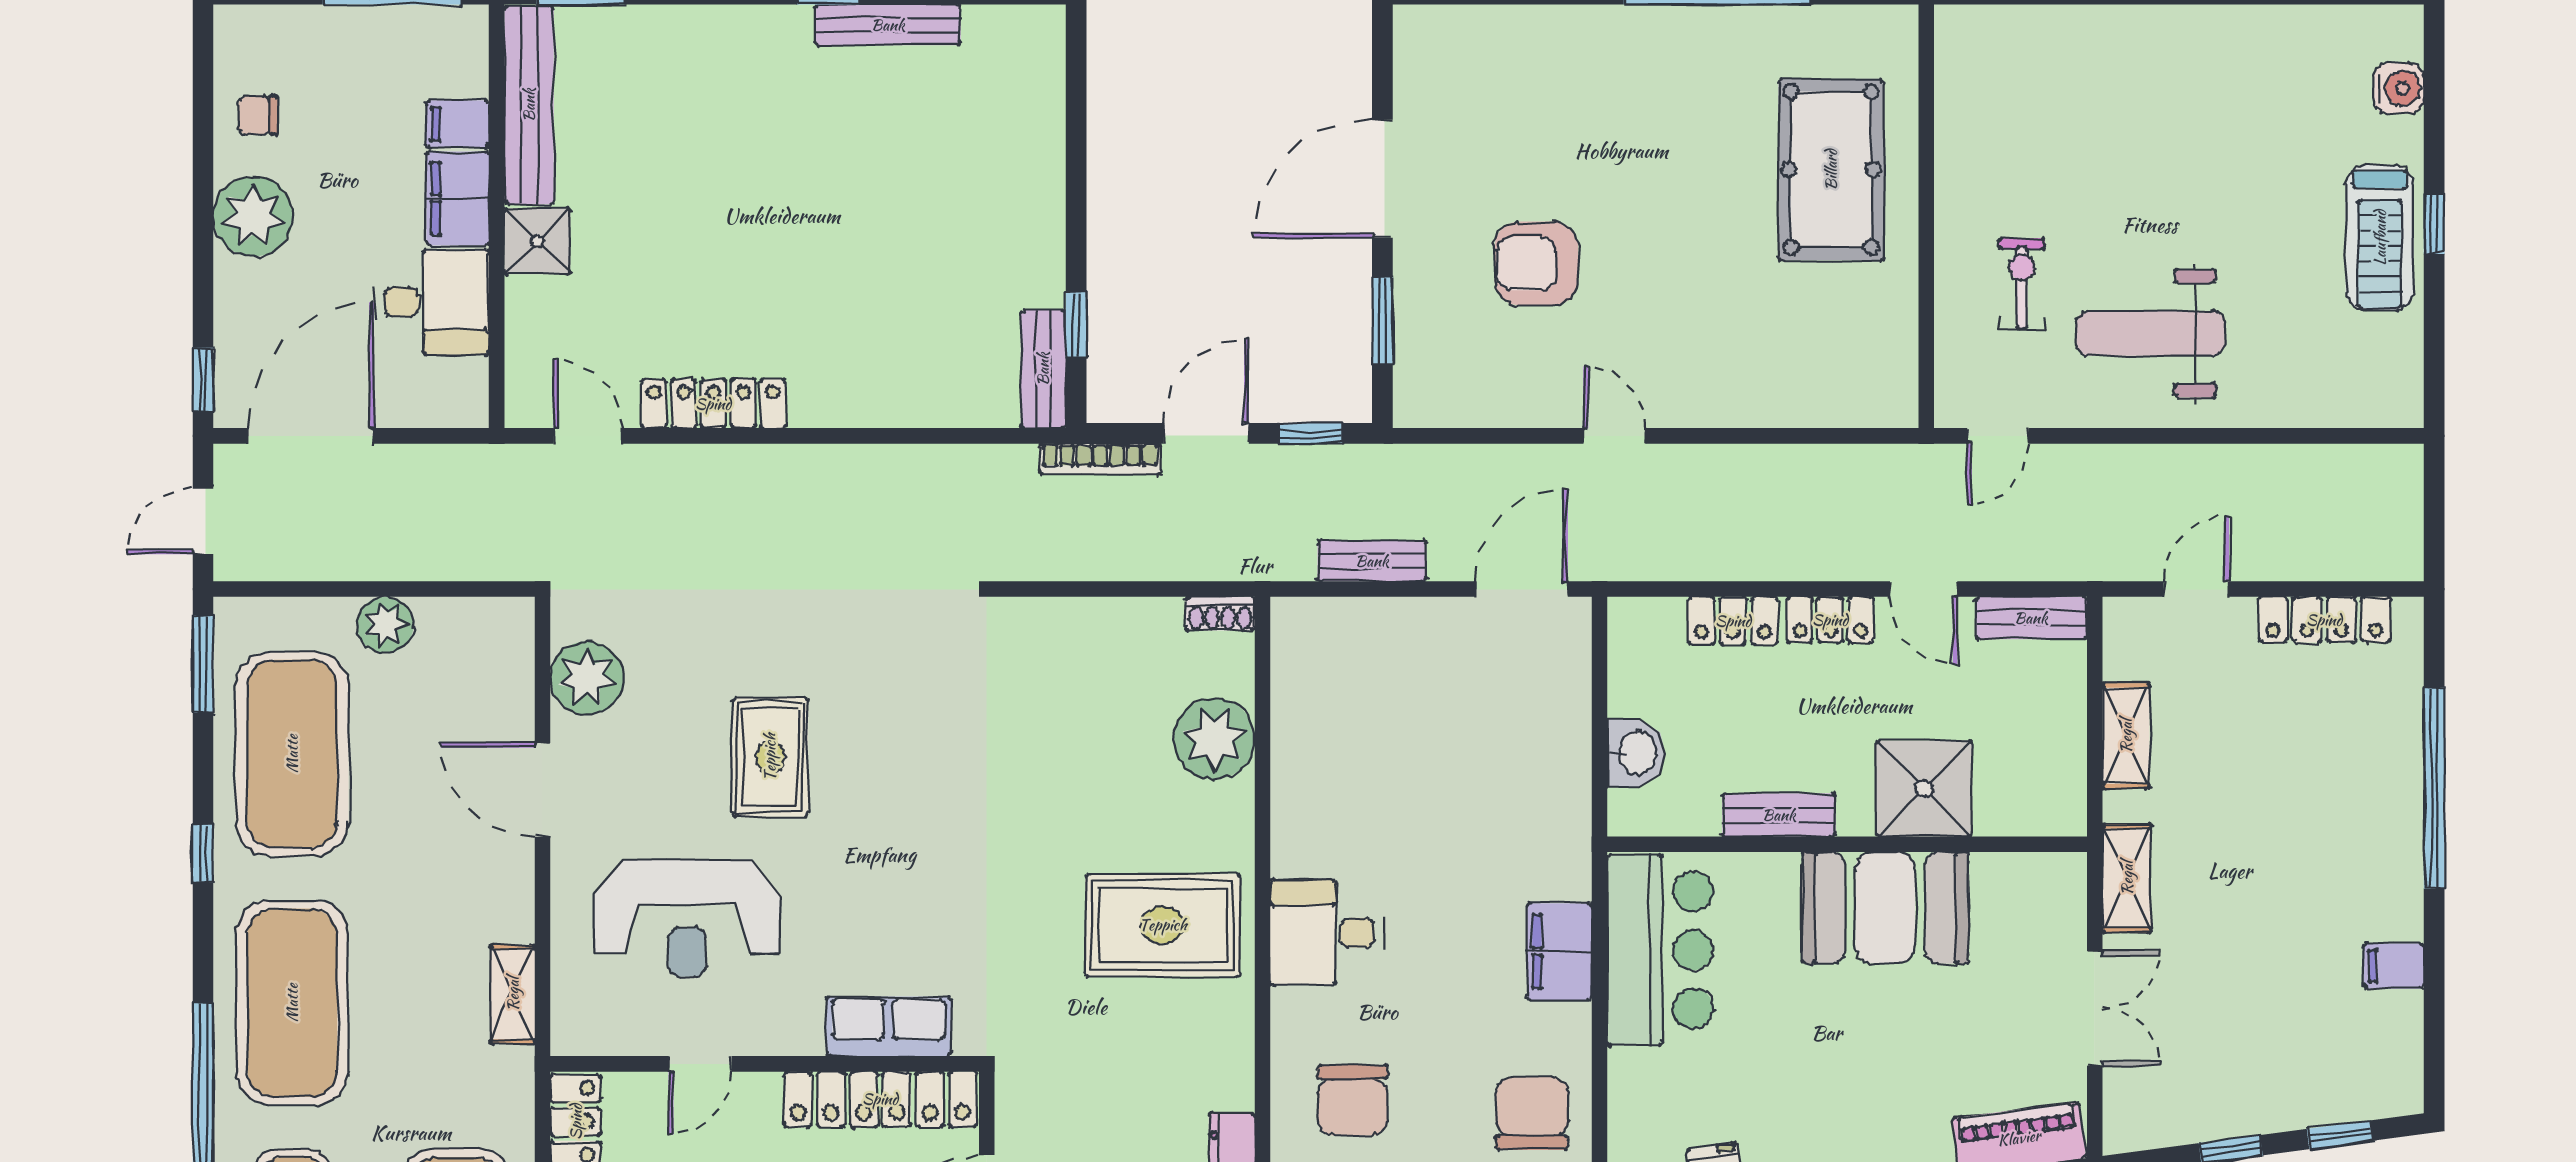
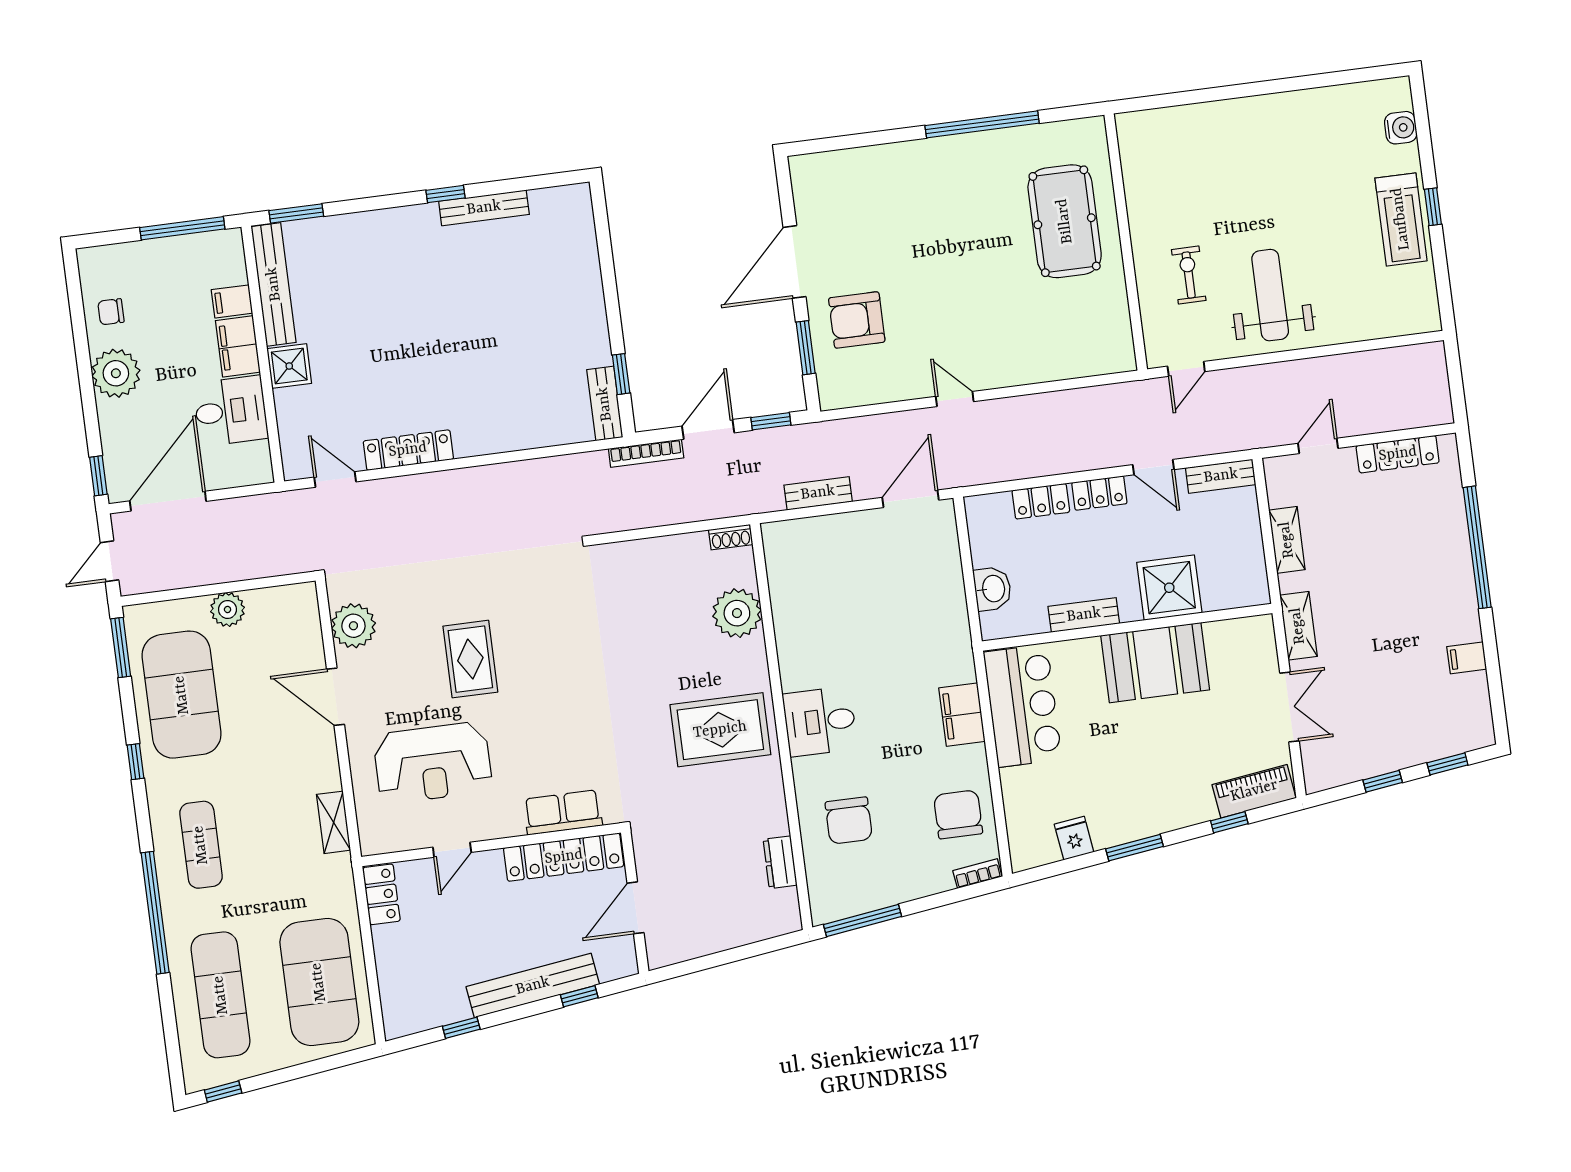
armchair: (1536, 263) -> (857, 320), moved
weight bench: (2150, 333) -> (1270, 295), turned 90
exercise mat: (292, 1003) -> (201, 845), width x0.50, depth x0.69

